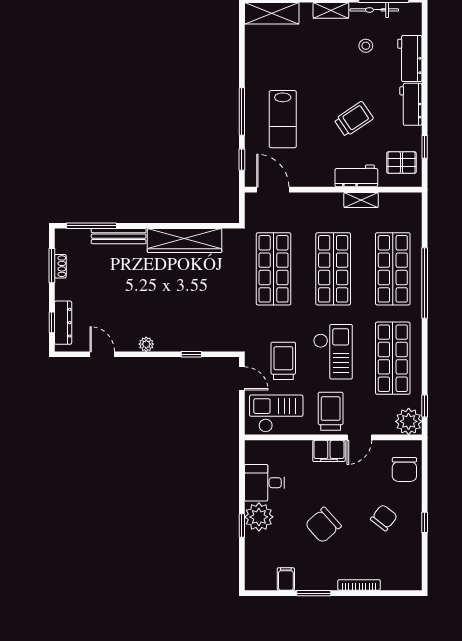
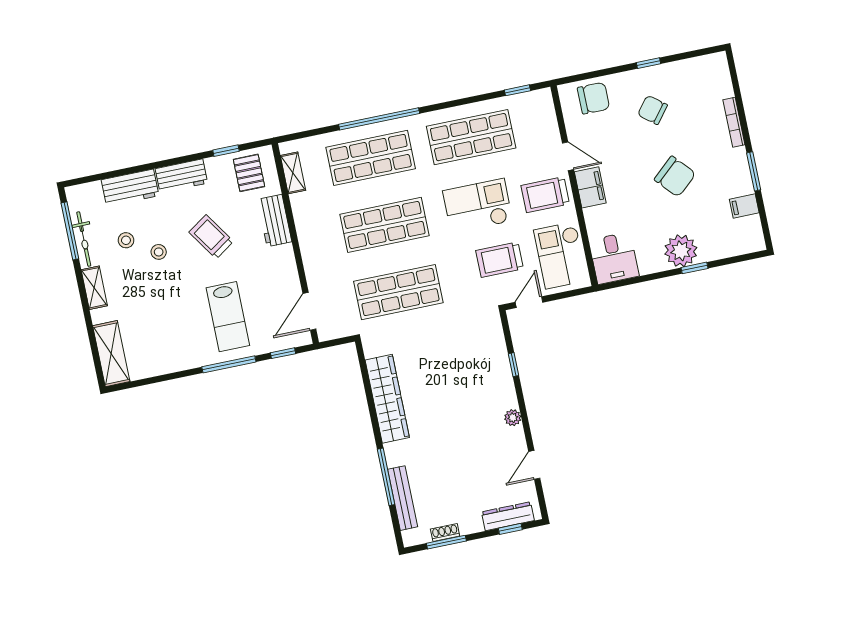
stool: (350, 72) -> (159, 252), added
lab bench: (283, 119) -> (228, 317), turned 90
shelving: (361, 200) -> (293, 173), moved
window: (91, 226) -> (386, 477), moved
bench: (119, 236) -> (403, 498), moved
plant: (409, 421) -> (539, 105), removed
desk: (264, 483) -> (614, 258), moved

